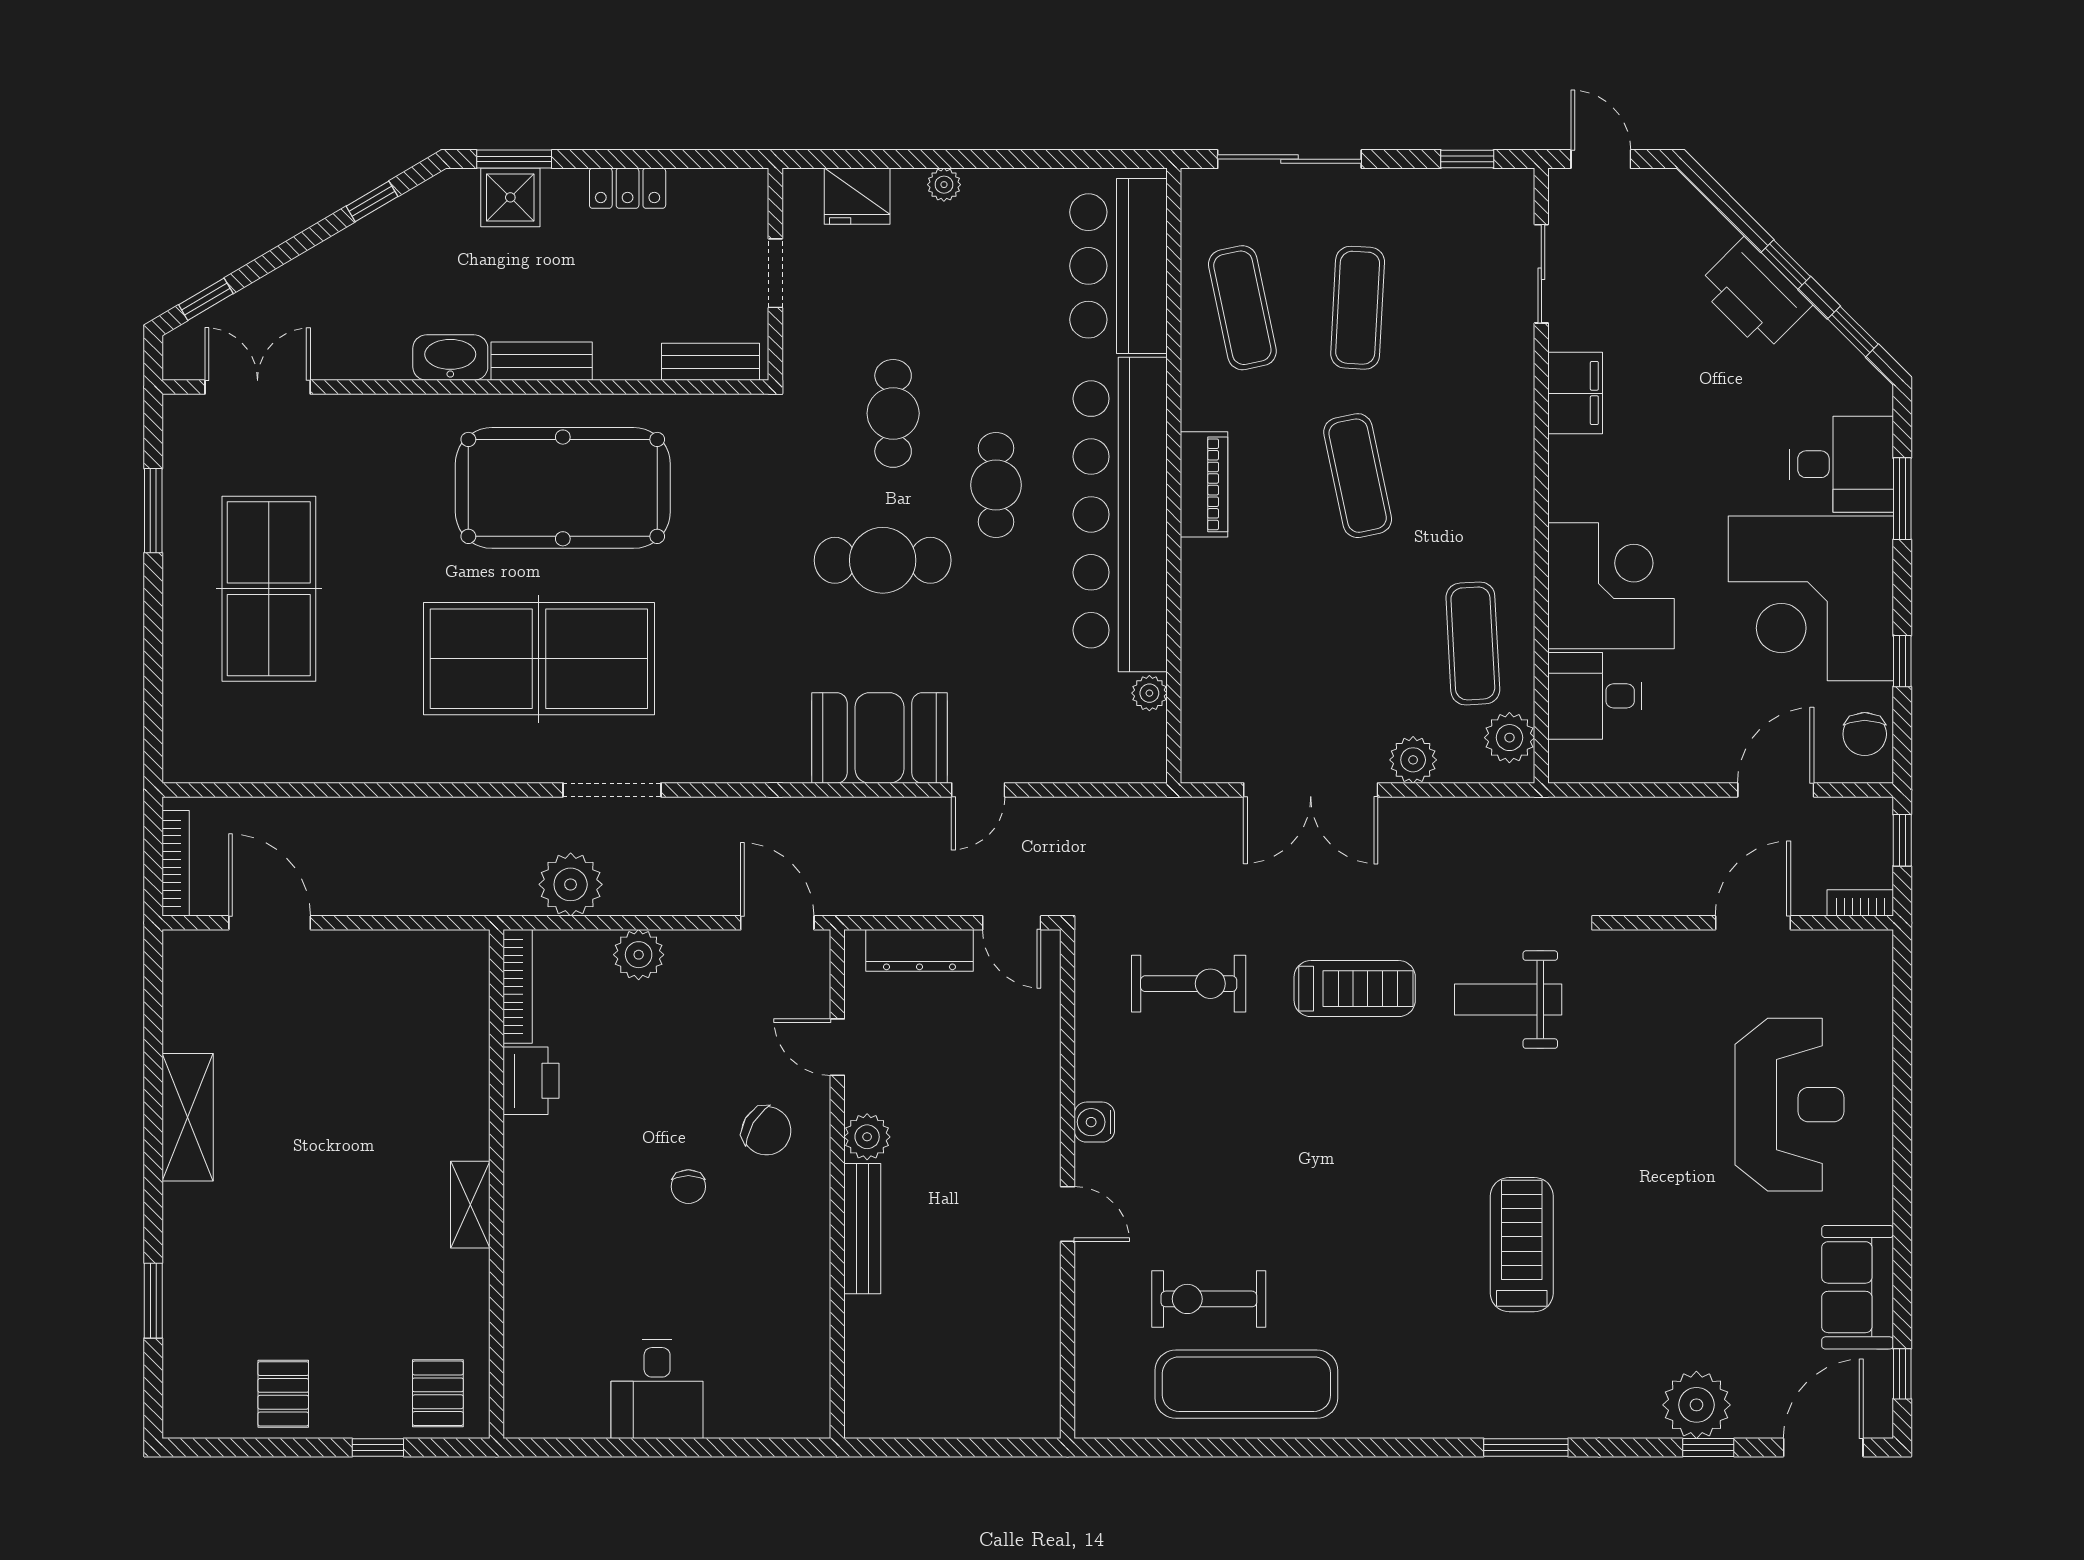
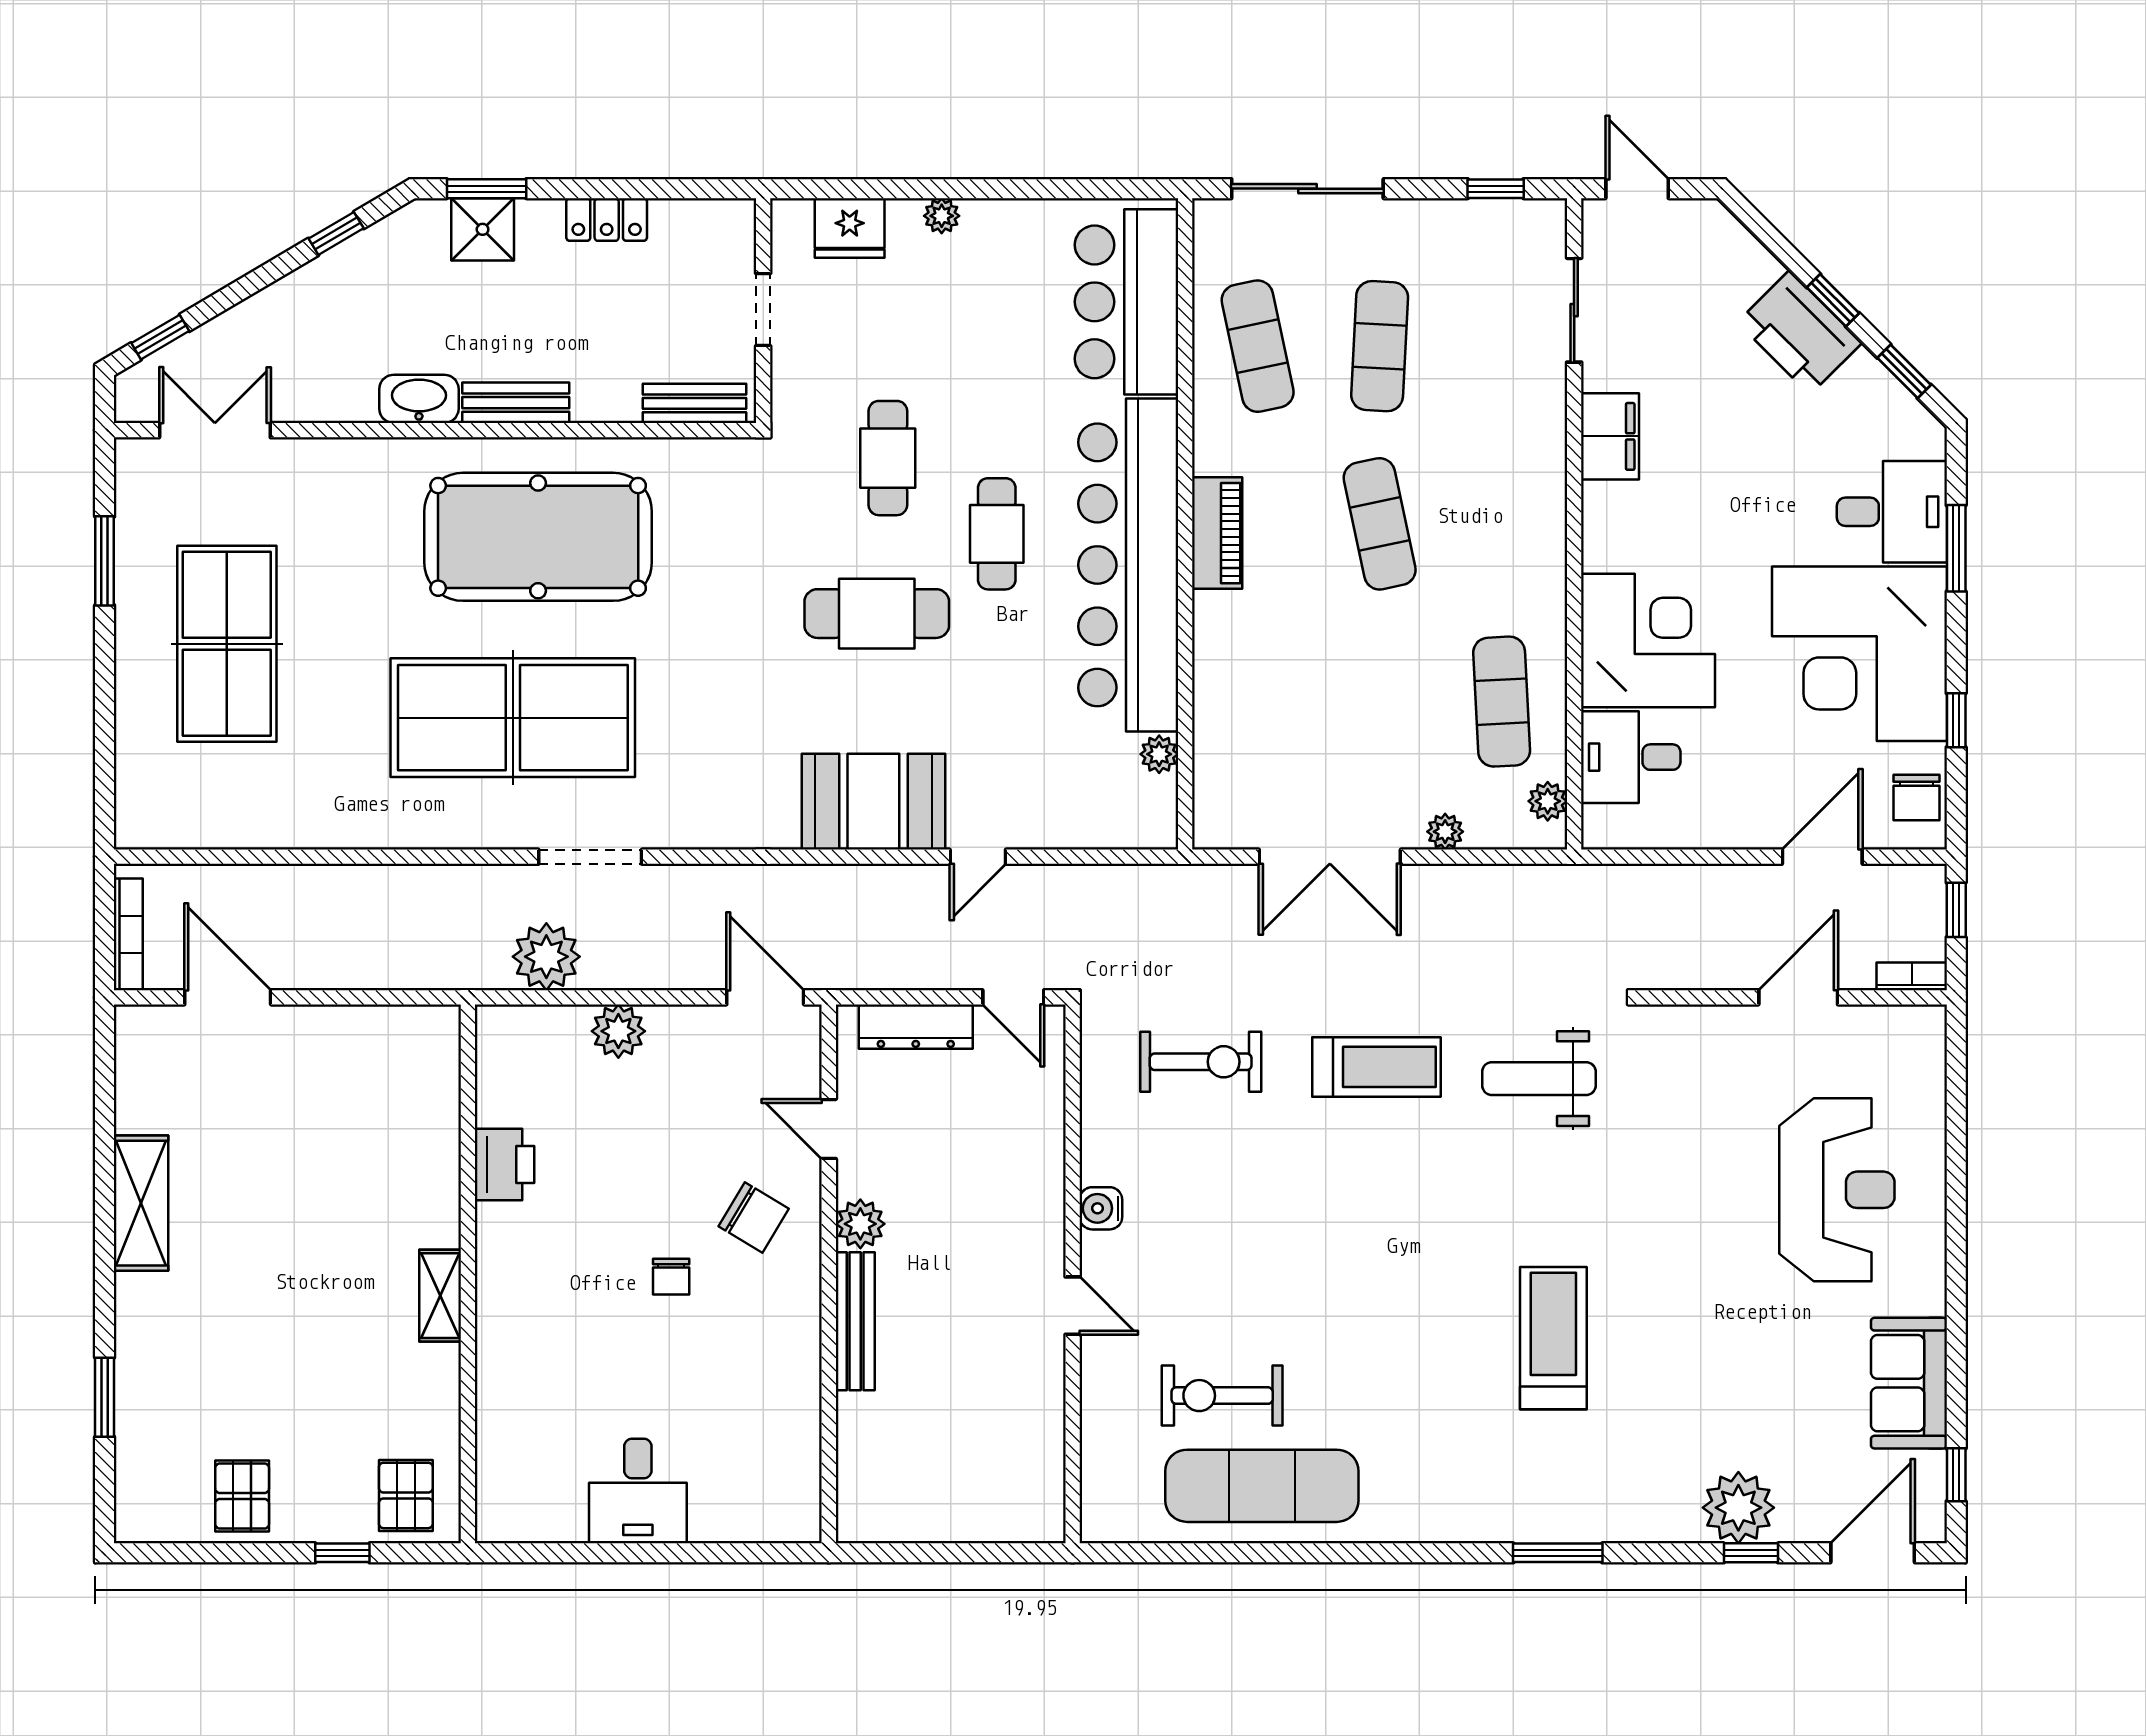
plant: (1509, 738) -> (1548, 801), width x0.73, depth x0.73
plant: (1413, 760) -> (1445, 832), width x0.73, depth x0.73
bookcase: (518, 986) -> (490, 1065), removed

